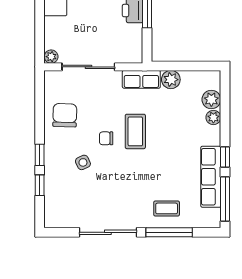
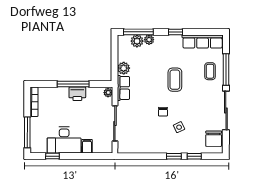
filing cabinet: (54, 25) -> (87, 146), added
plant: (51, 57) -> (108, 93), moved
chair: (65, 115) -> (214, 139), moved, turned -92
coffee table: (135, 131) -> (175, 80), moved, turned 90
row of seats: (211, 177) -> (203, 42), moved
window: (225, 199) -> (138, 32), moved

